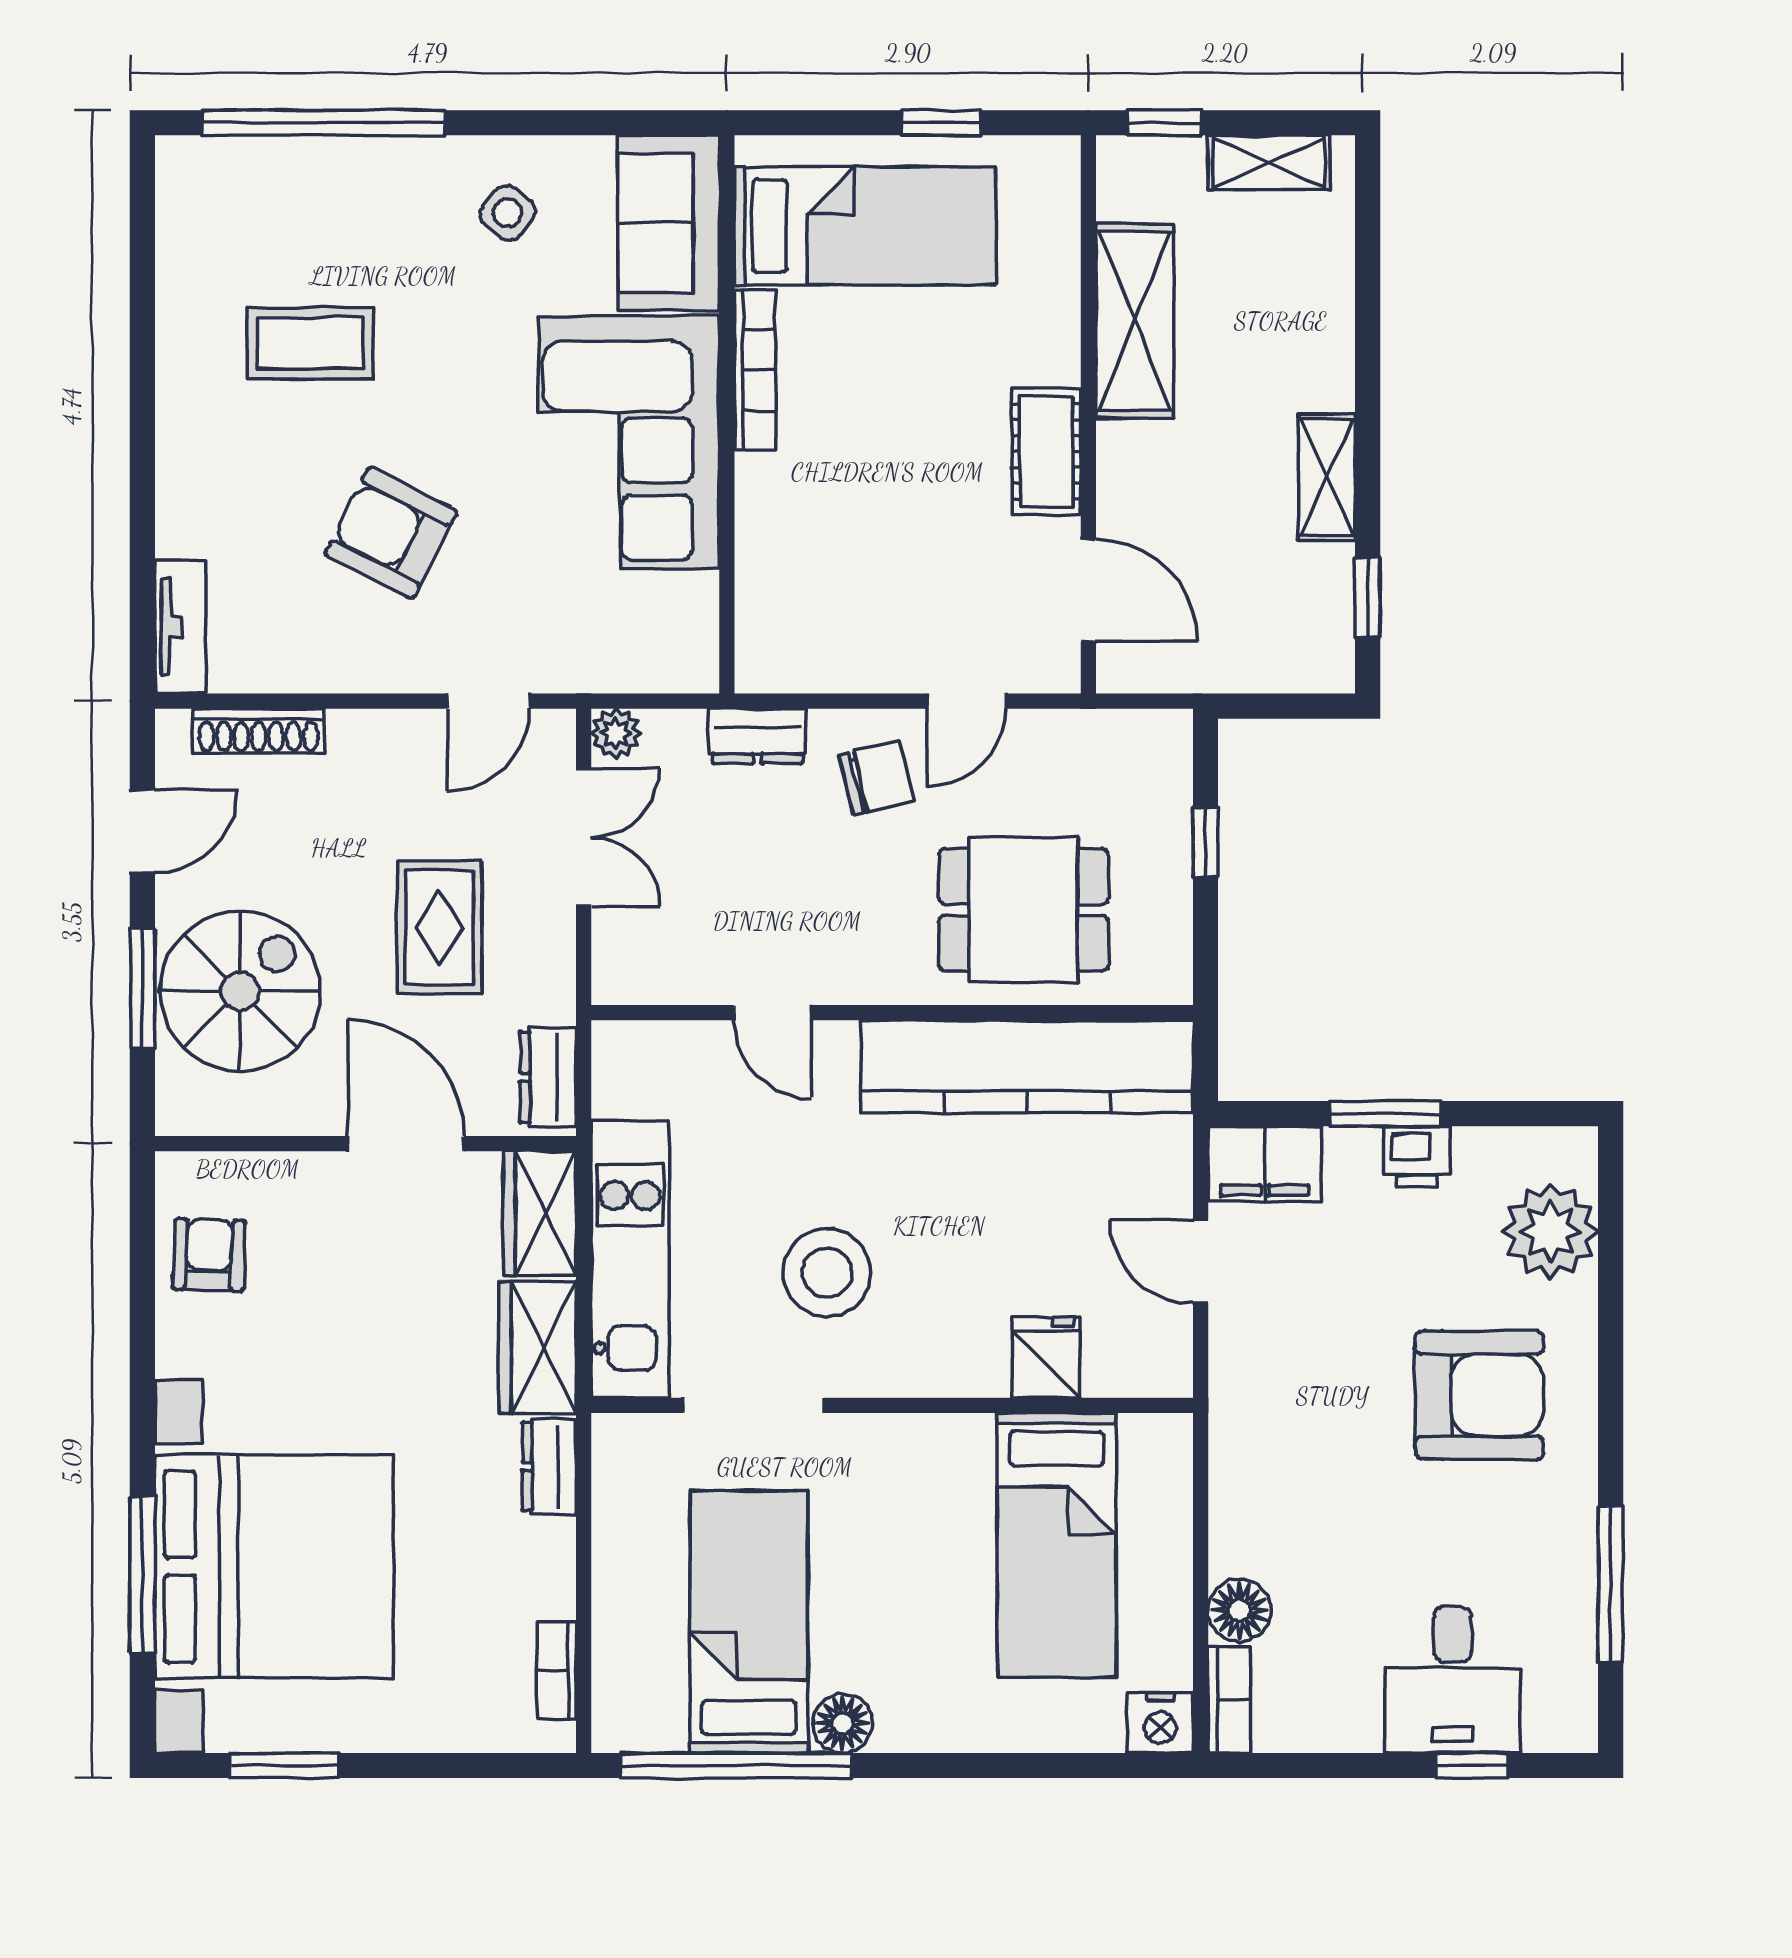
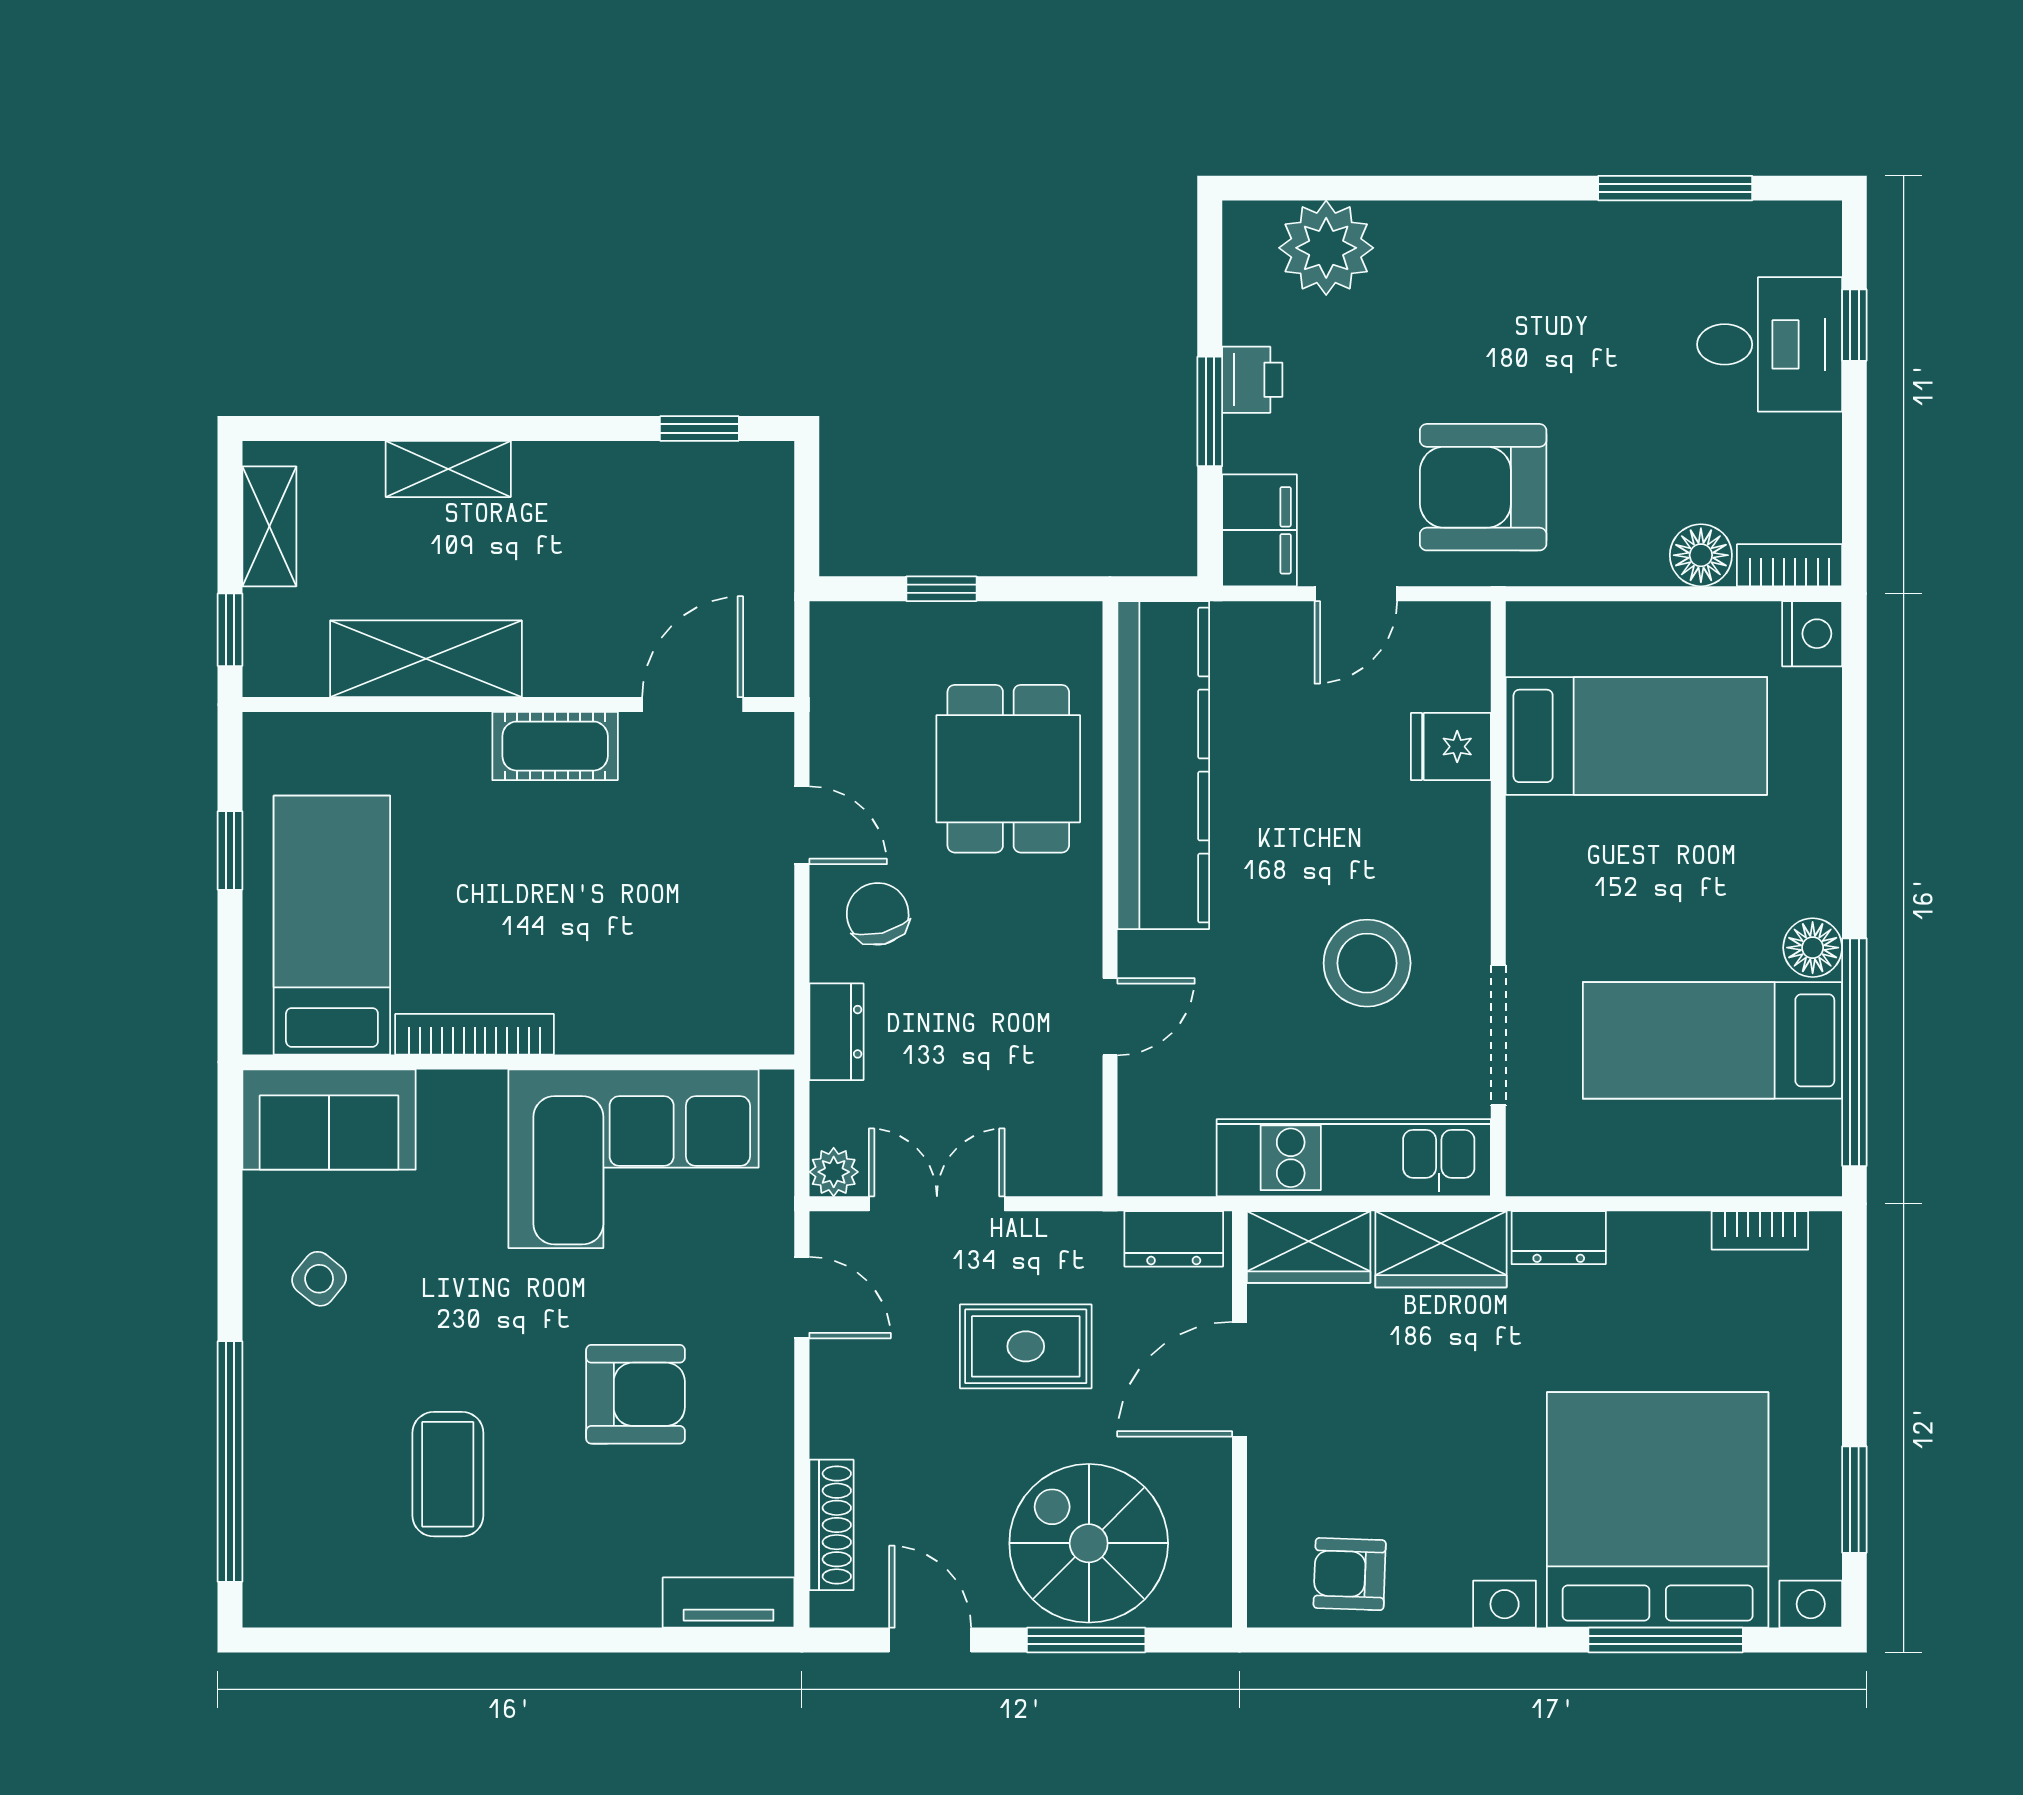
corner sofa: (629, 442) -> (633, 1159), moved
shelving: (1327, 477) -> (448, 469), moved
armchair: (391, 533) -> (635, 1394), turned -117
armchair: (1479, 1395) -> (1483, 487), moved, turned -90

